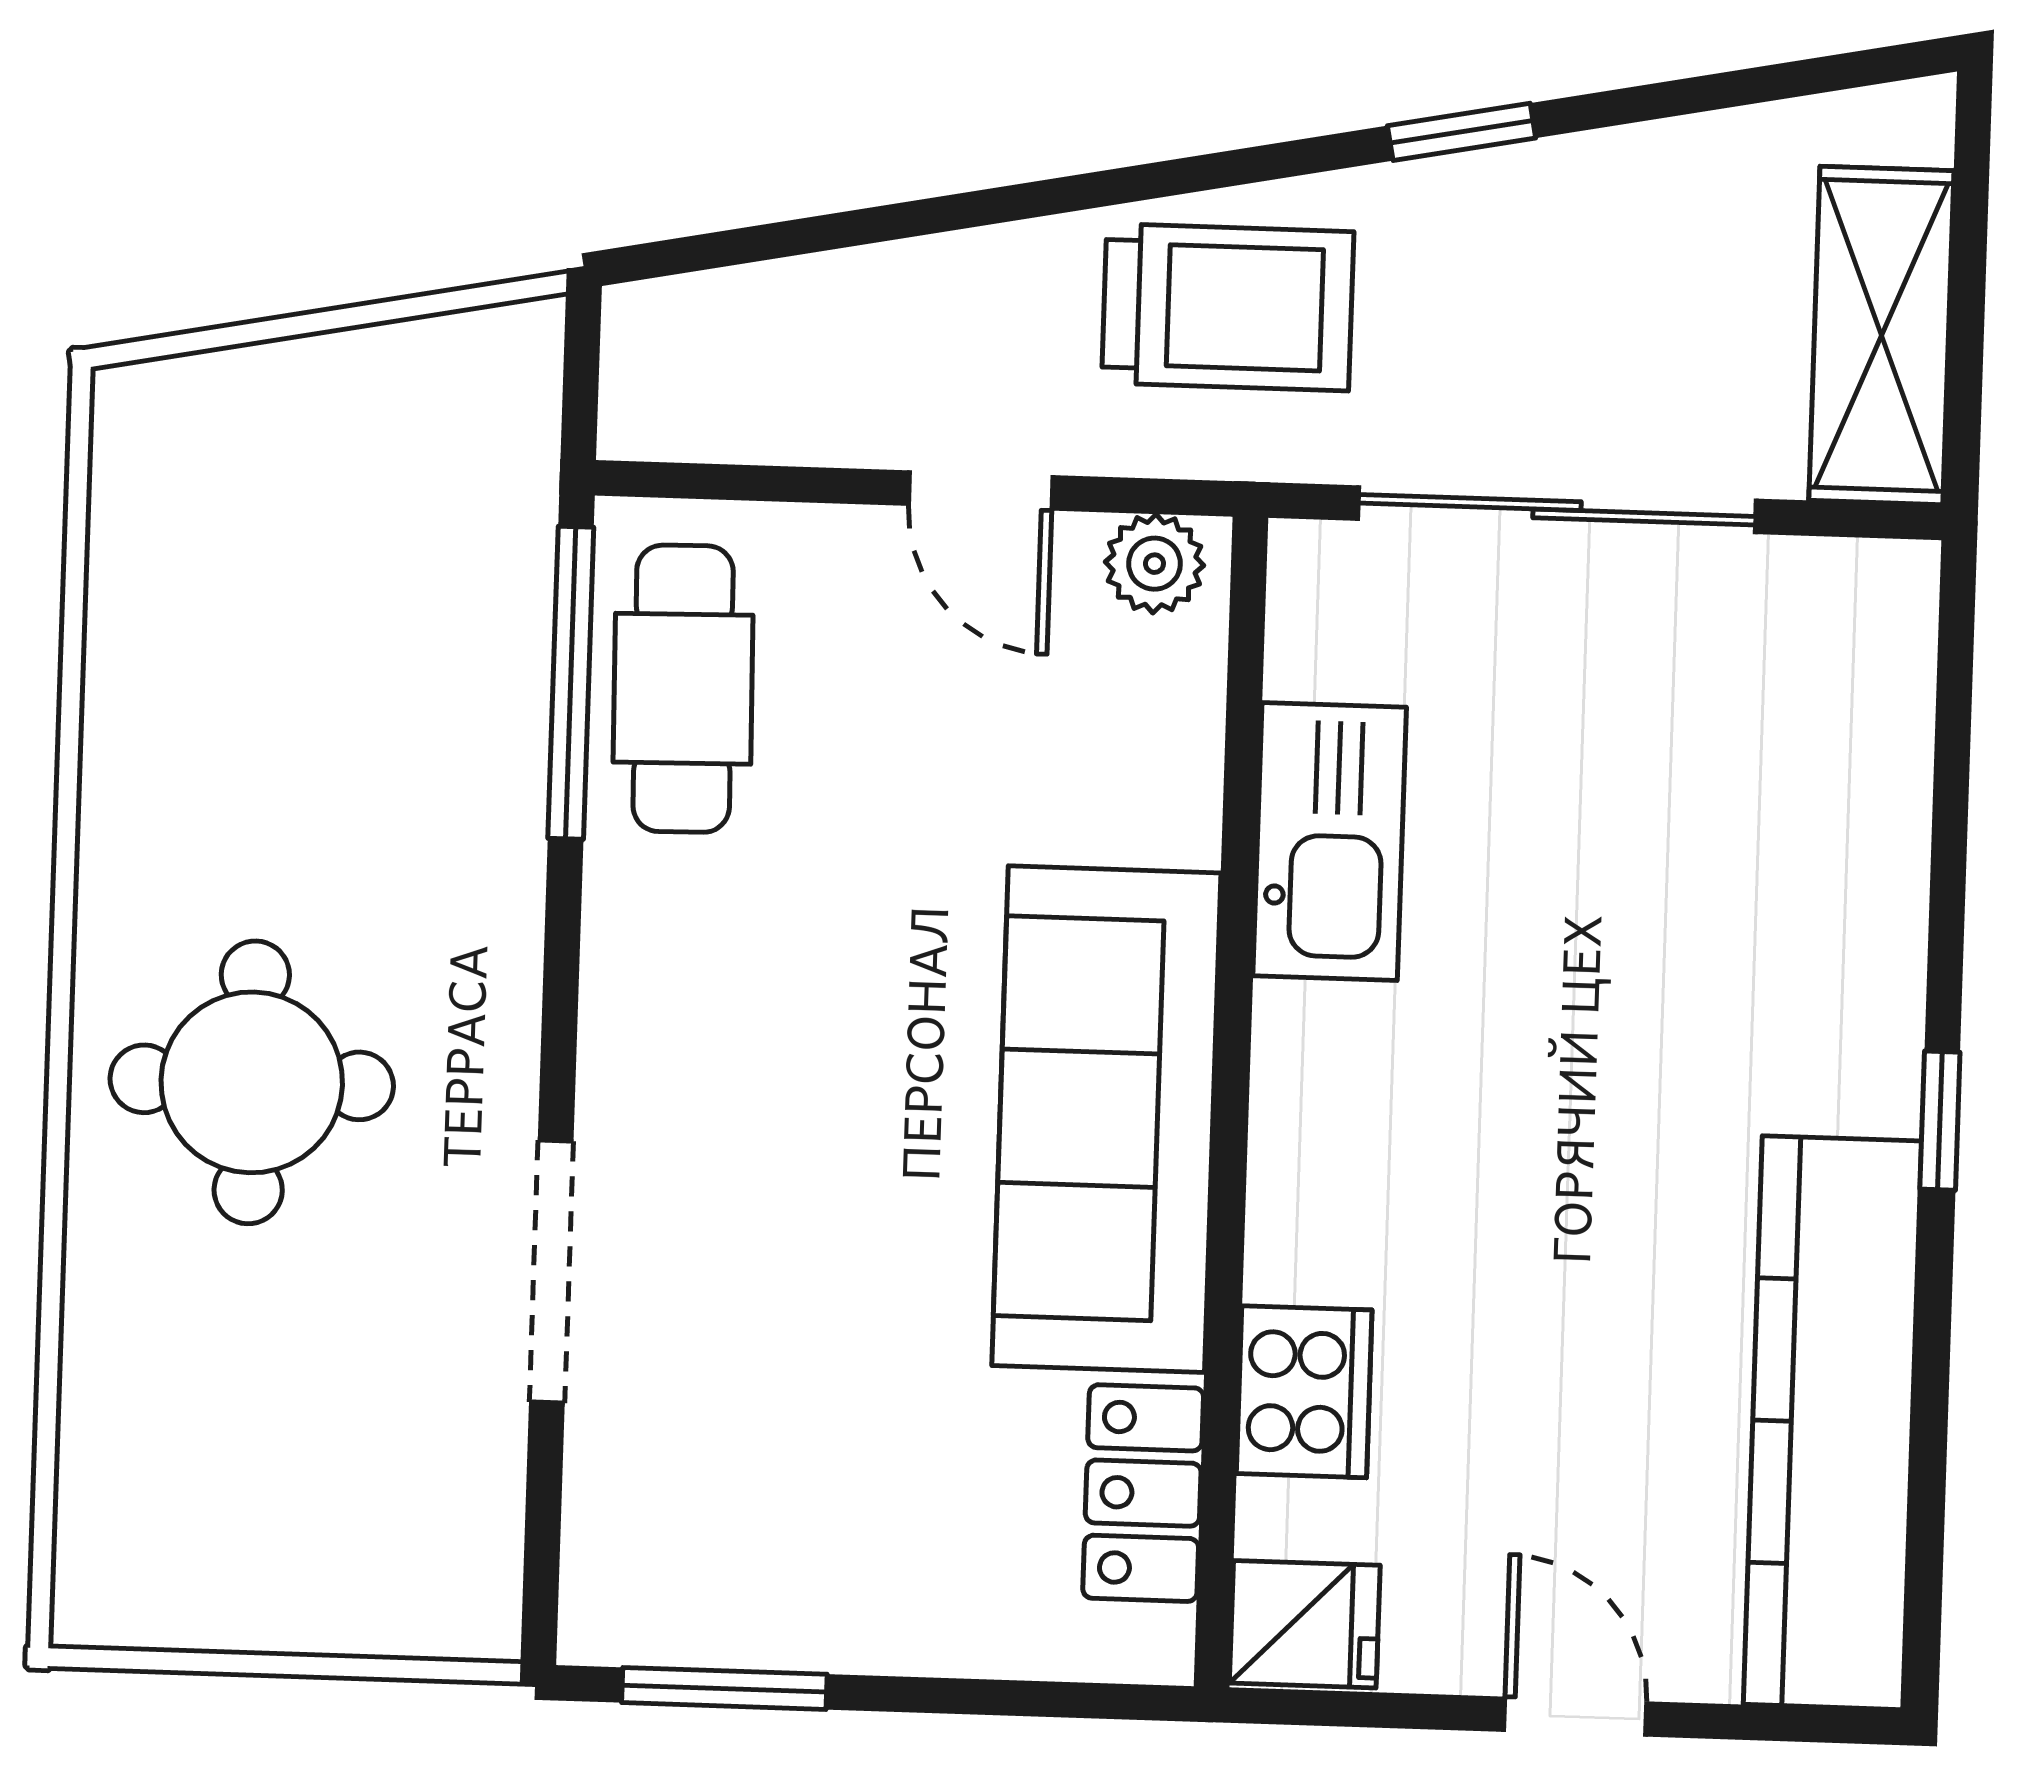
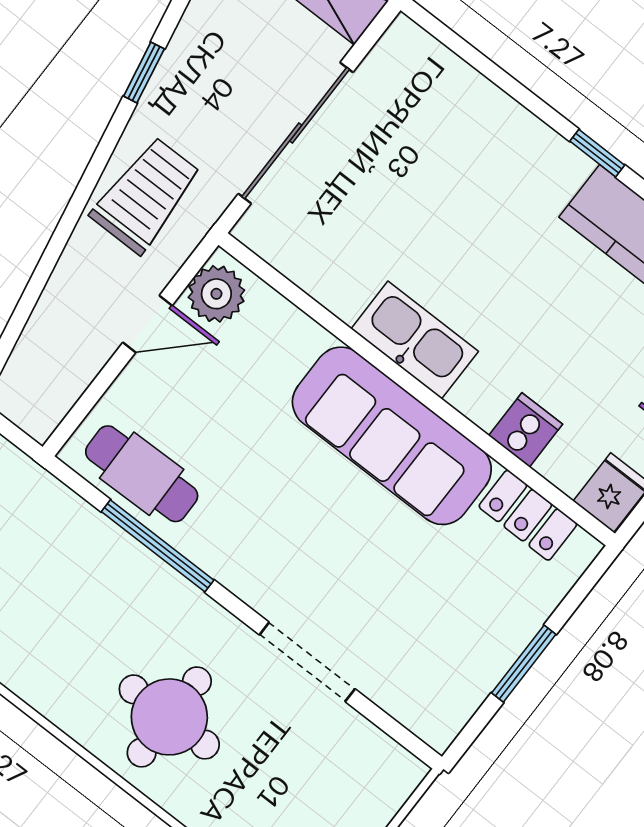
plant: (1154, 564) -> (216, 294), width x1.38, depth x1.38
window: (571, 683) -> (158, 546), moved
kitchen sink: (1330, 842) -> (415, 340), moved
cooker: (1304, 1392) -> (526, 430), width x0.73
window: (724, 1688) -> (524, 664), moved

